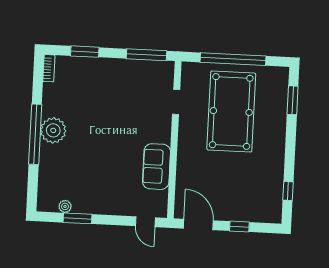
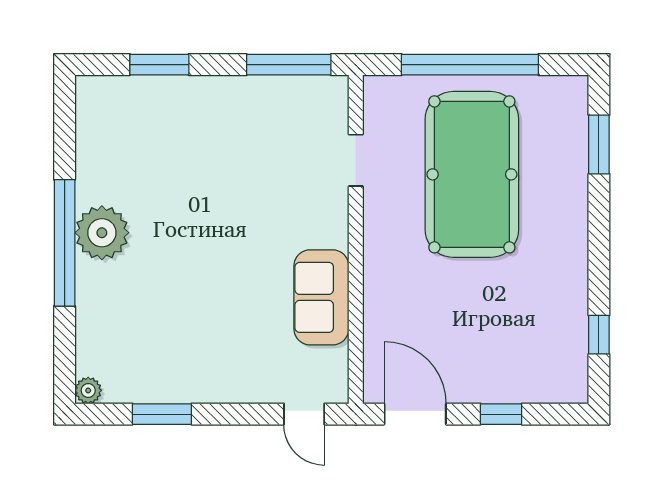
bookcase: (49, 68) -> (86, 103), removed
plant: (65, 206) -> (88, 390), moved

